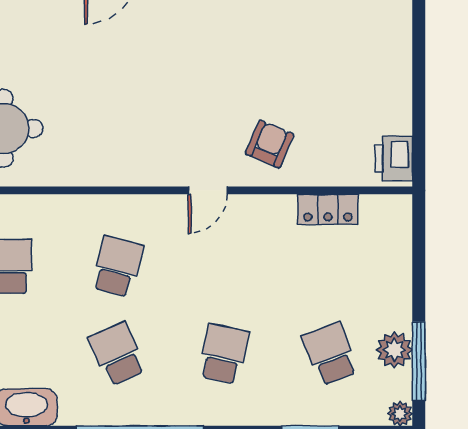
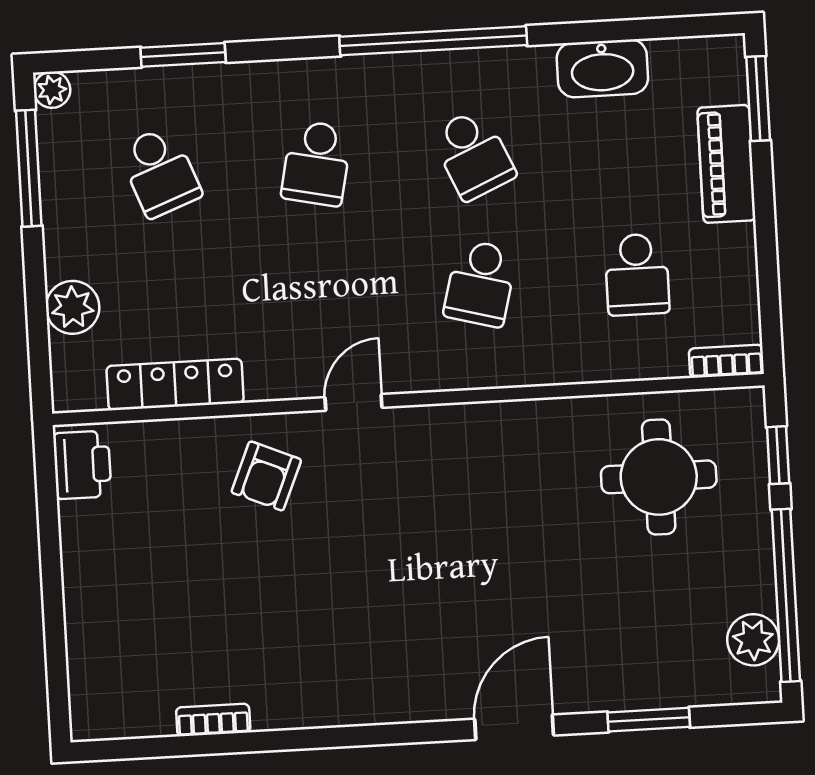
locker: (328, 209) -> (175, 384), width x1.53
plant: (394, 350) -> (73, 307), moved

